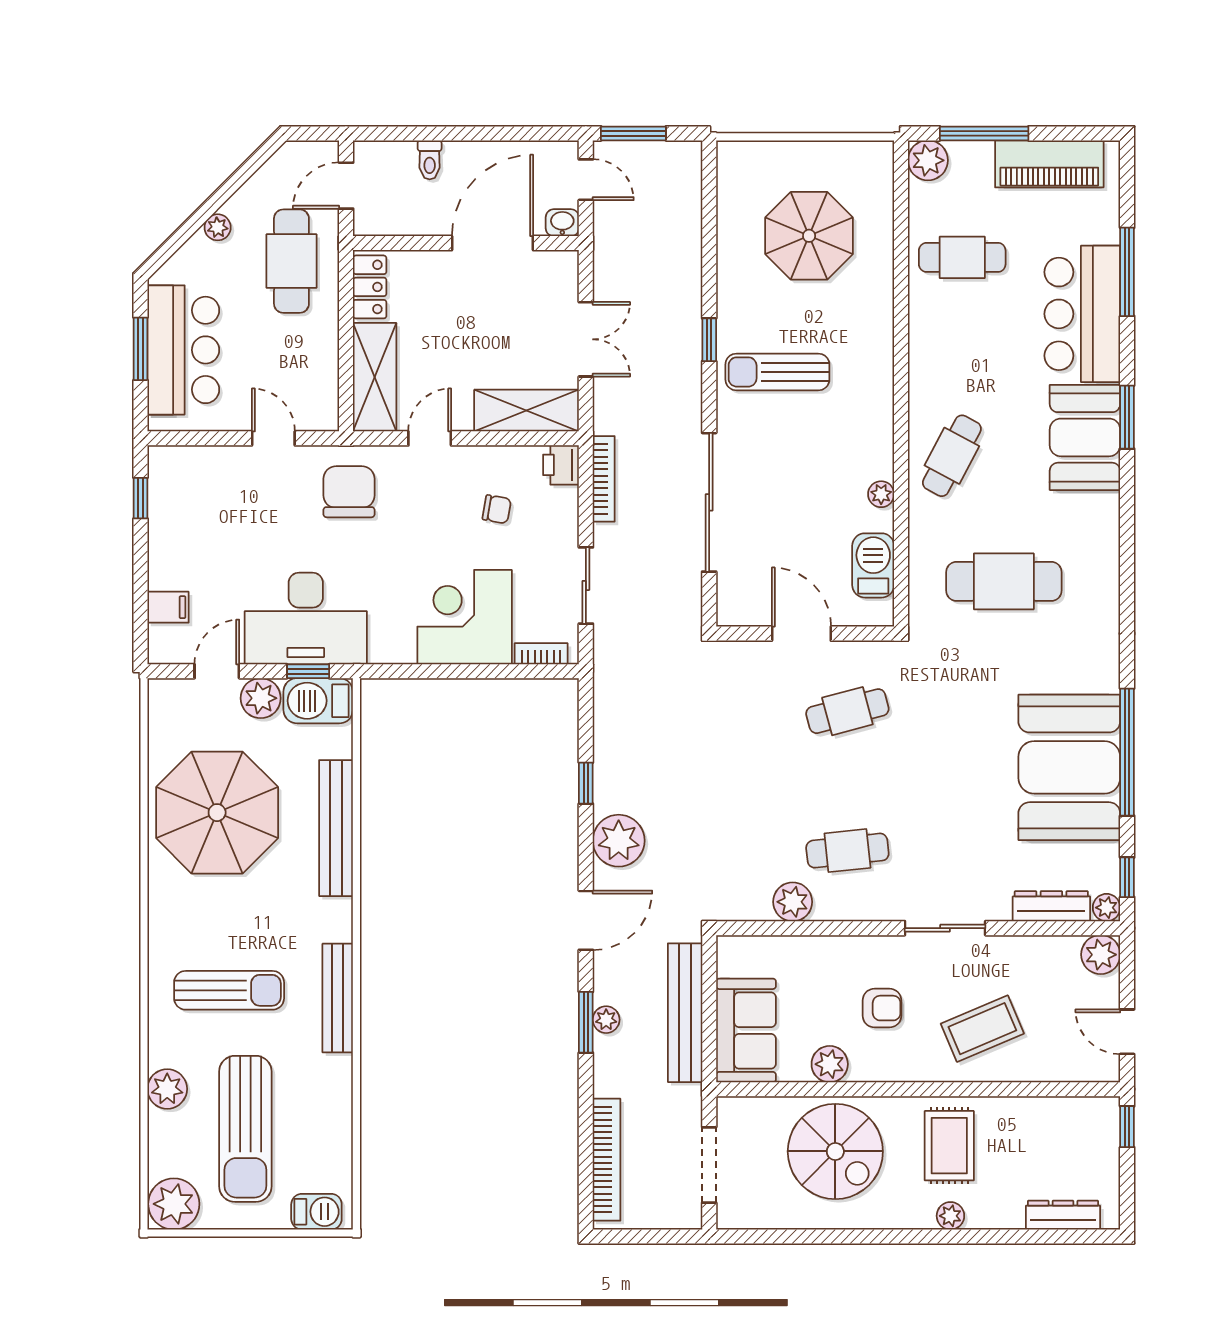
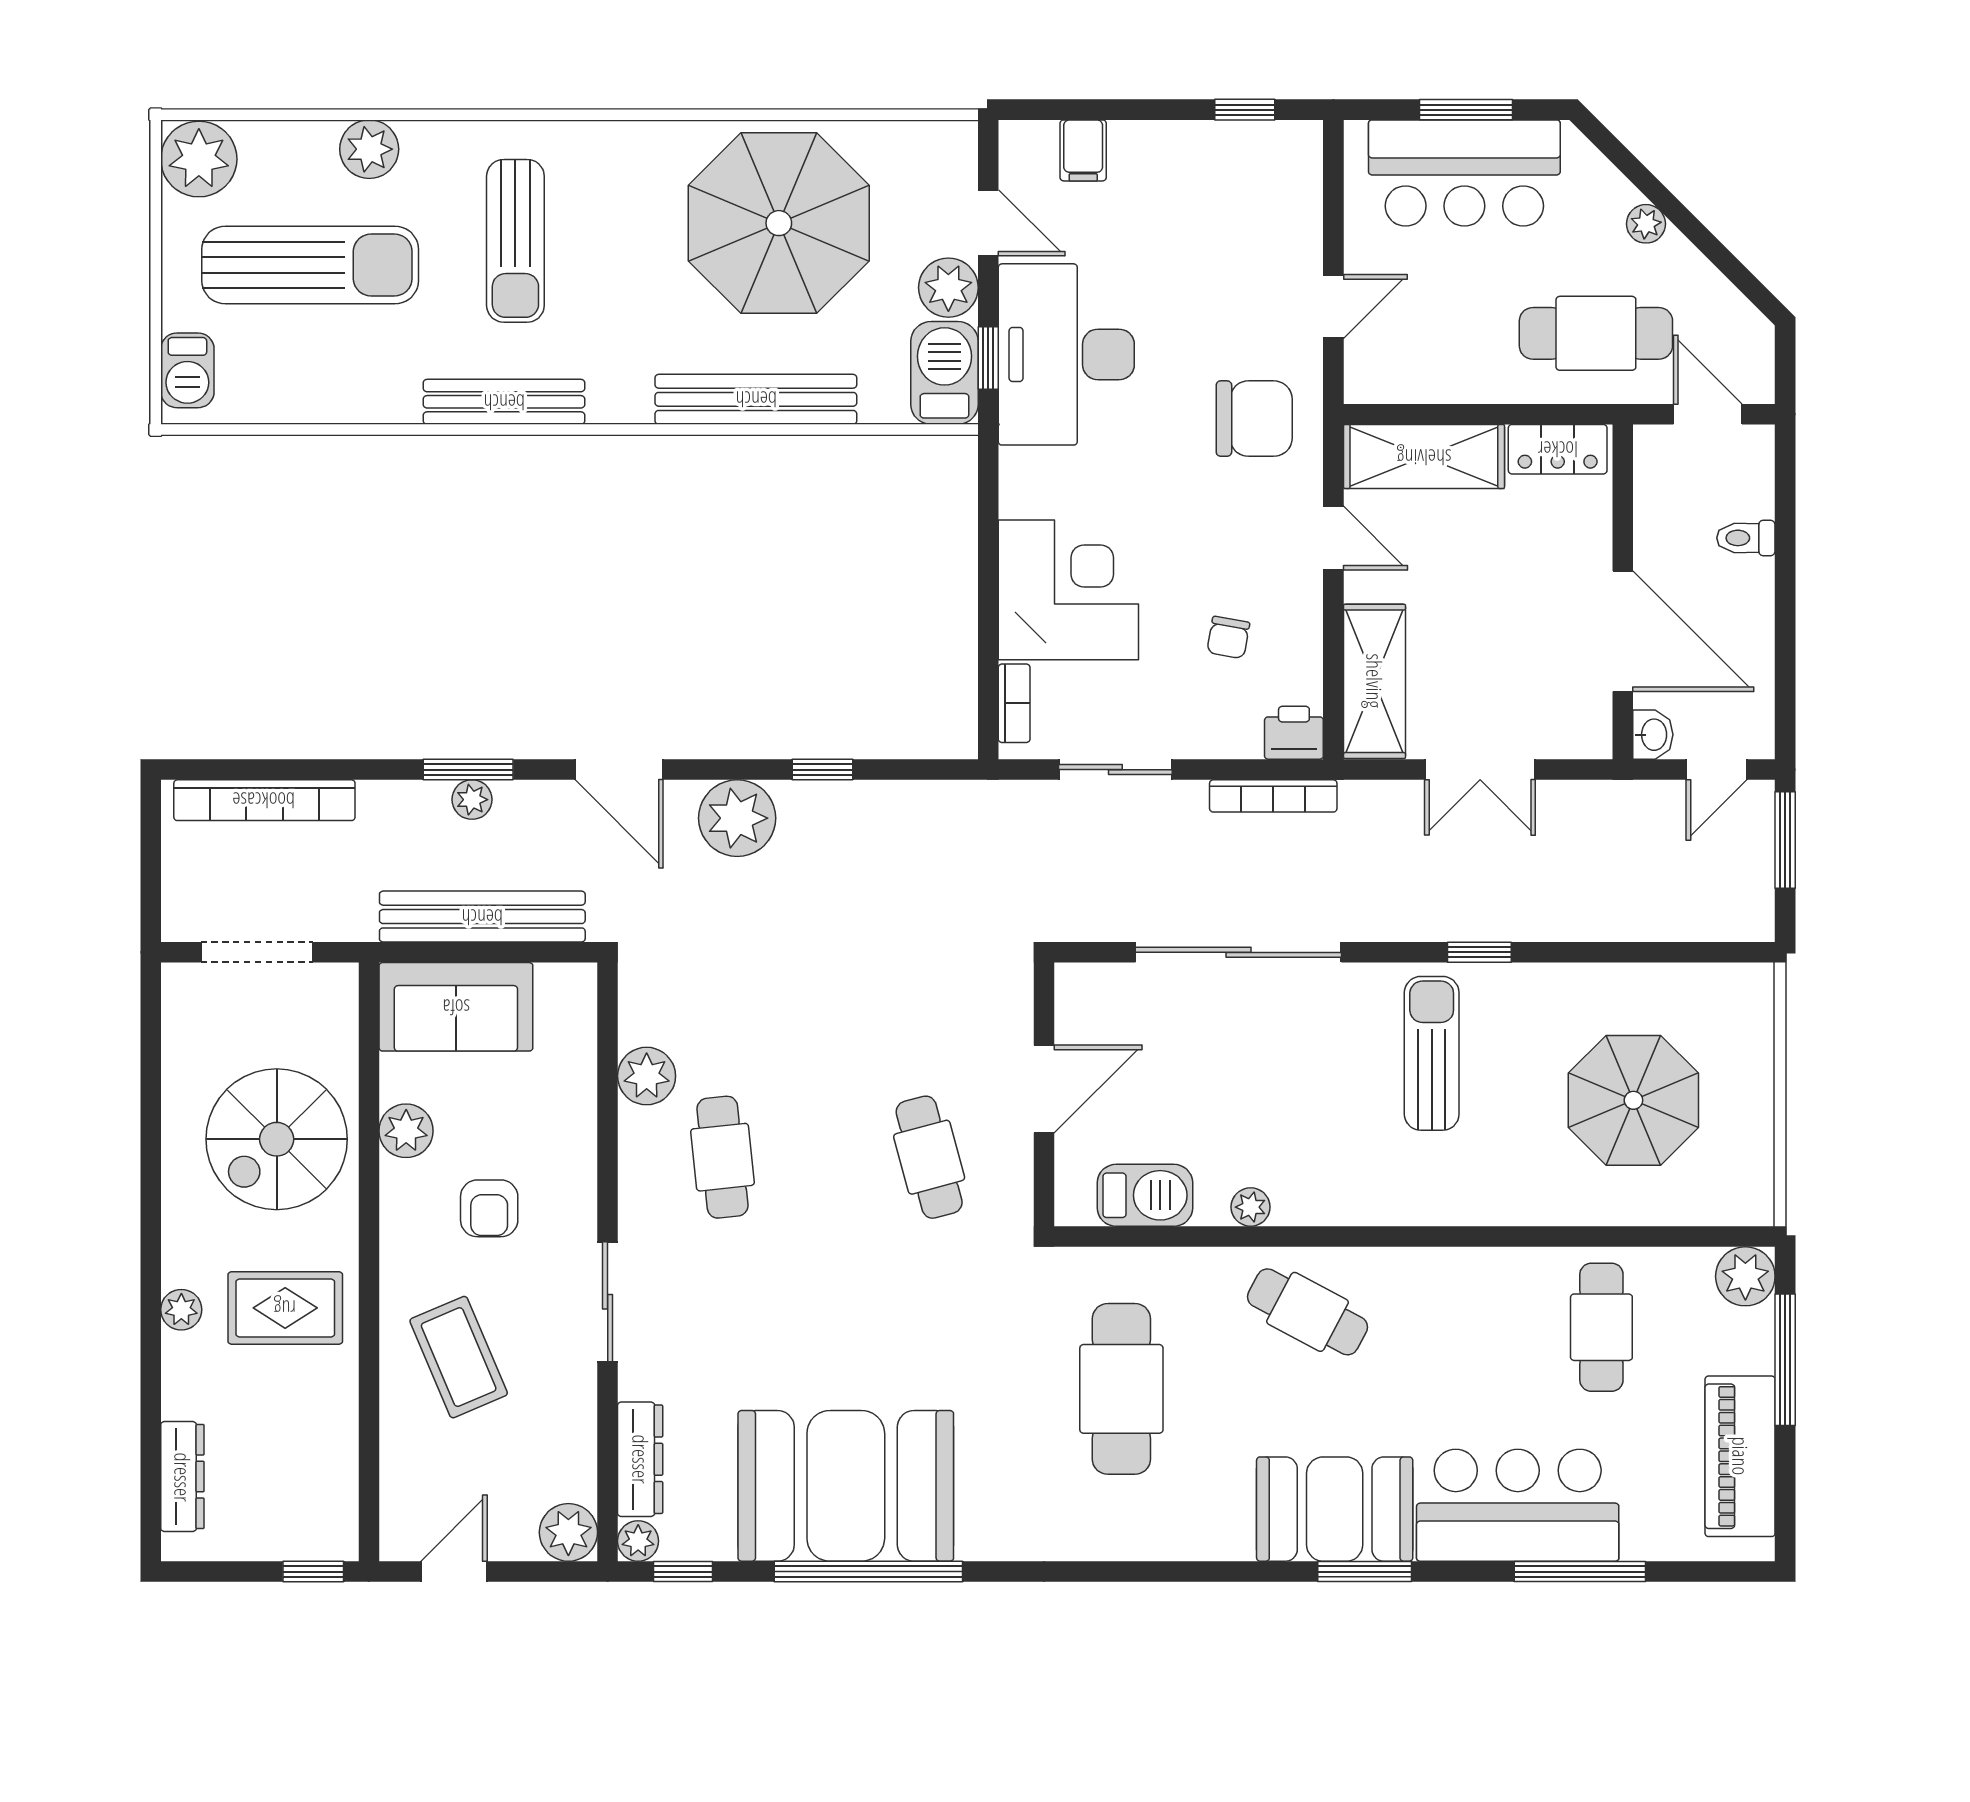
sun lounger: (245, 1129) -> (310, 265), turned 180

